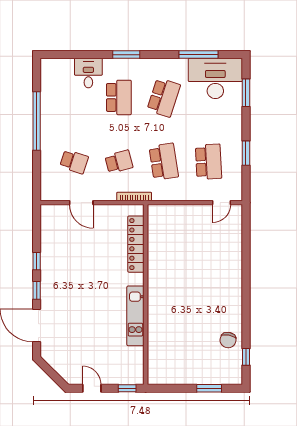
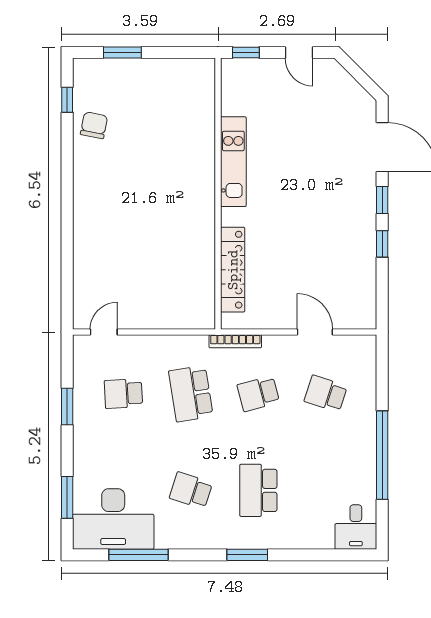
desk: (88, 73) -> (356, 527), moved
school desk: (164, 97) -> (191, 490), width x0.54
school desk: (208, 162) -> (123, 394), width x0.54

